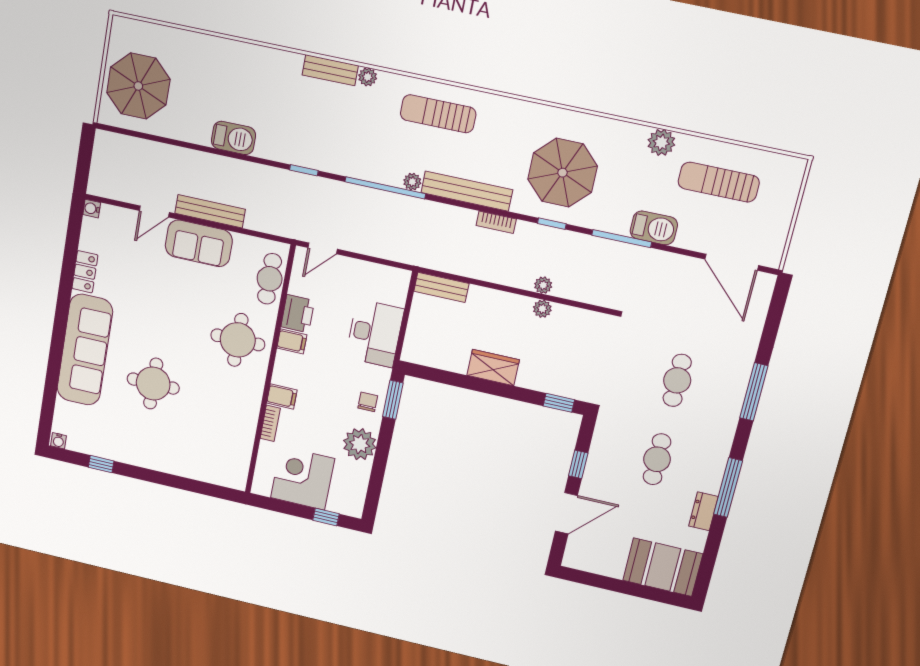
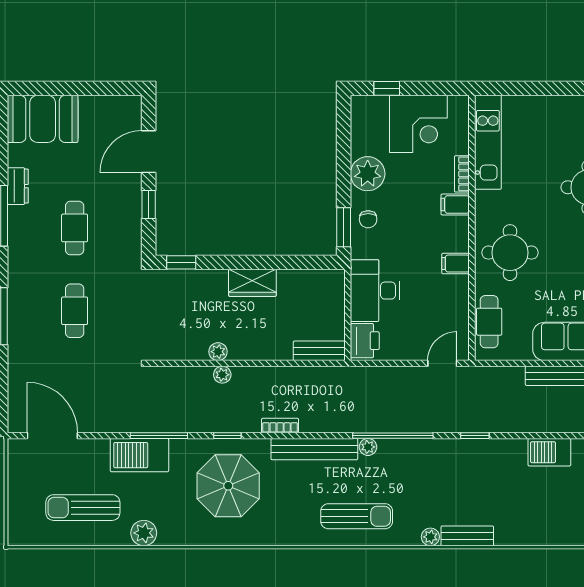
sun lounger: (719, 182) -> (83, 508), turned 180
barbecue: (654, 228) -> (139, 455), width x1.37, depth x1.21
printer: (298, 314) -> (365, 341), moved, turned 180
kitchen unit: (240, 446) -> (488, 142), added

